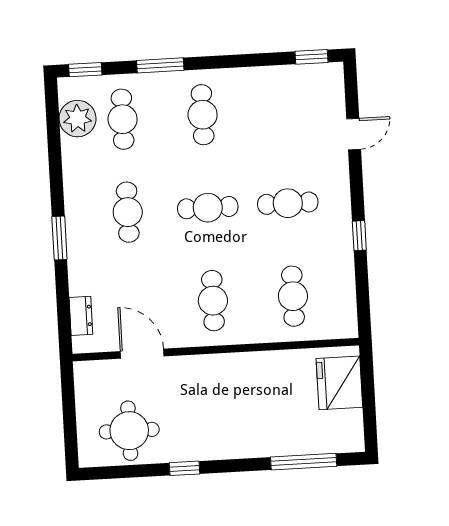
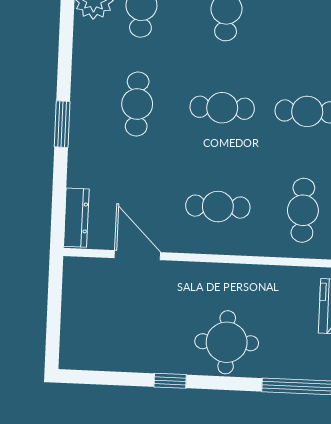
cafe table: (213, 301) -> (218, 207), turned 90
dresser: (81, 316) -> (76, 218), width x1.44
round table: (129, 431) -> (227, 342), moved

